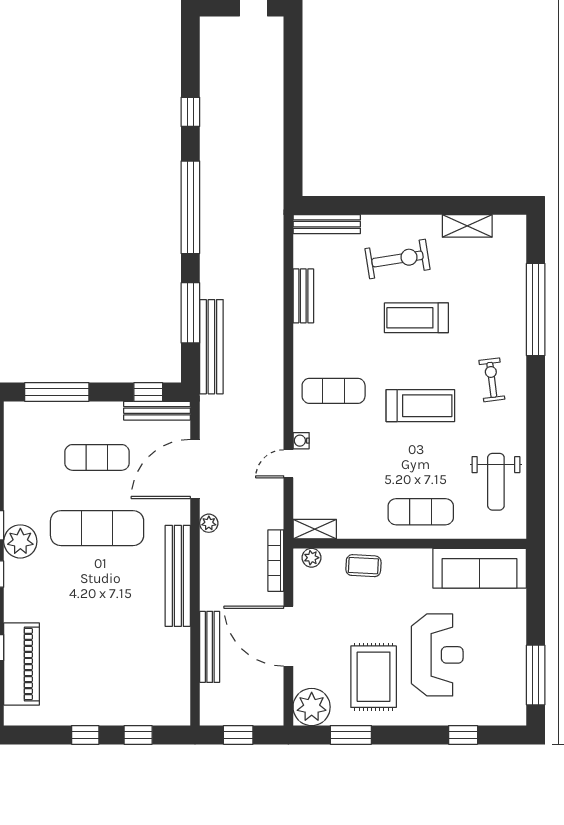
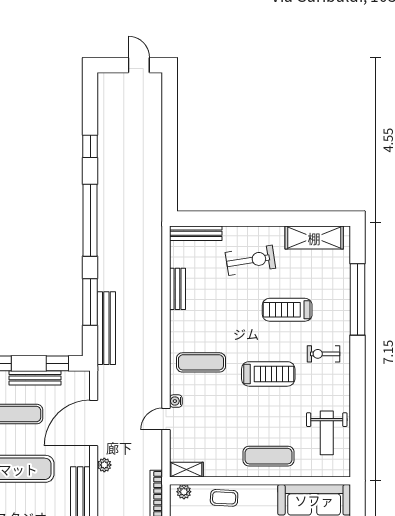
shelving: (467, 226) -> (314, 238), width x1.50, depth x1.33
treadmill: (416, 318) -> (287, 310), moved
exercise bike: (492, 380) -> (324, 354), turned -83
bench: (157, 411) -> (35, 378), moved

